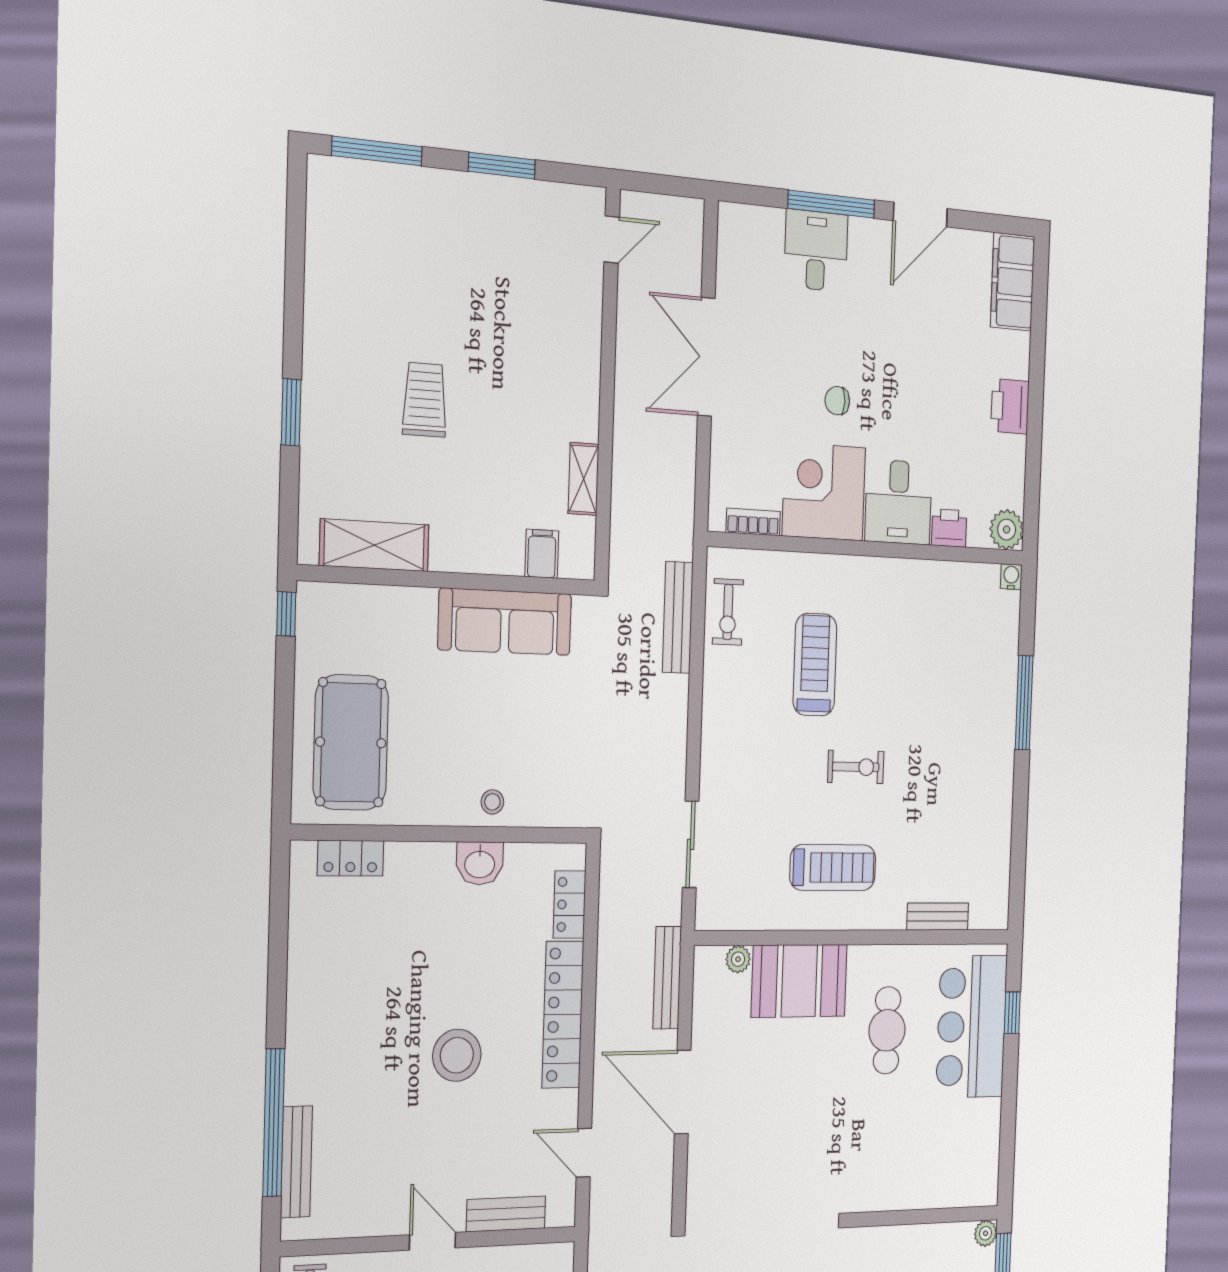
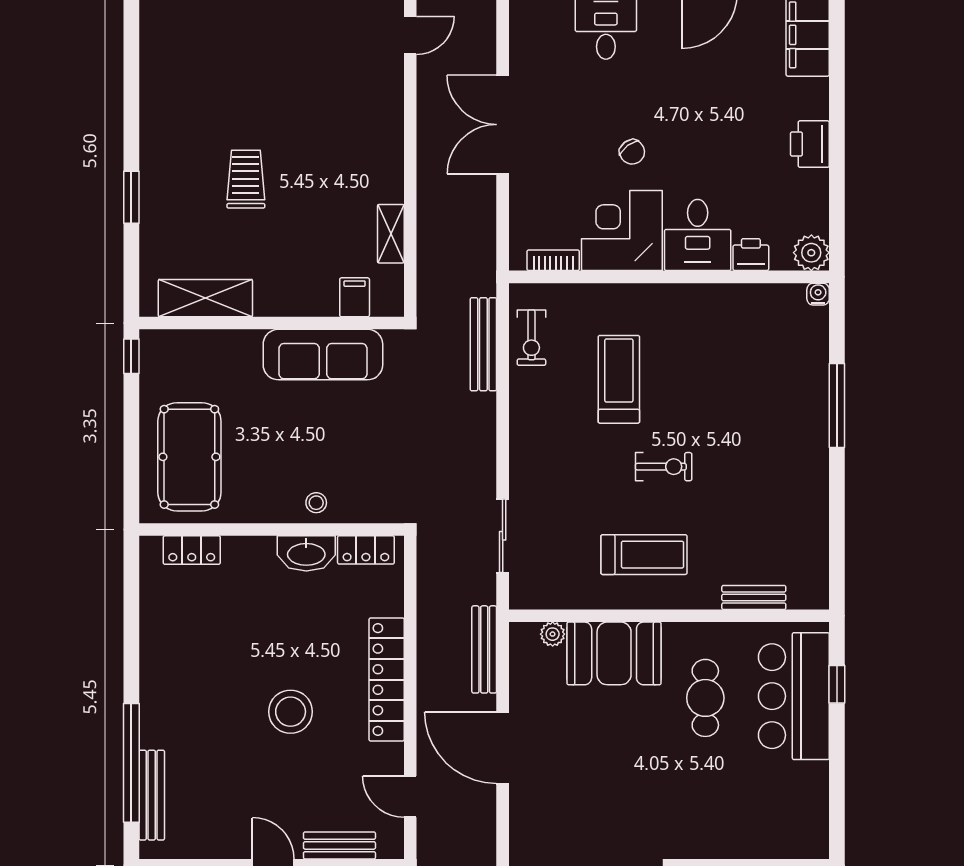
chair: (837, 401) -> (632, 152), turned -127
washbasin: (480, 863) -> (306, 553), width x1.38
locker: (570, 904) -> (366, 550), moved, turned -90

